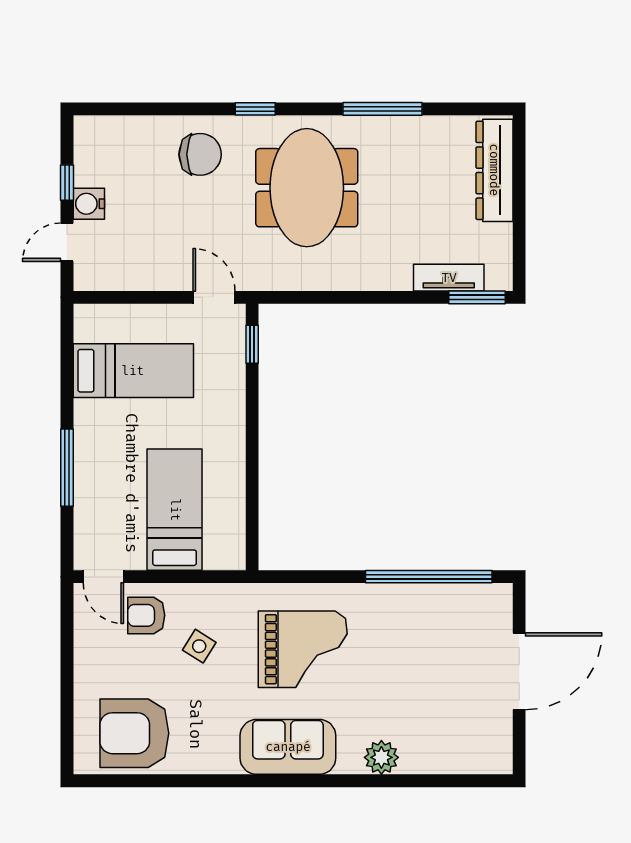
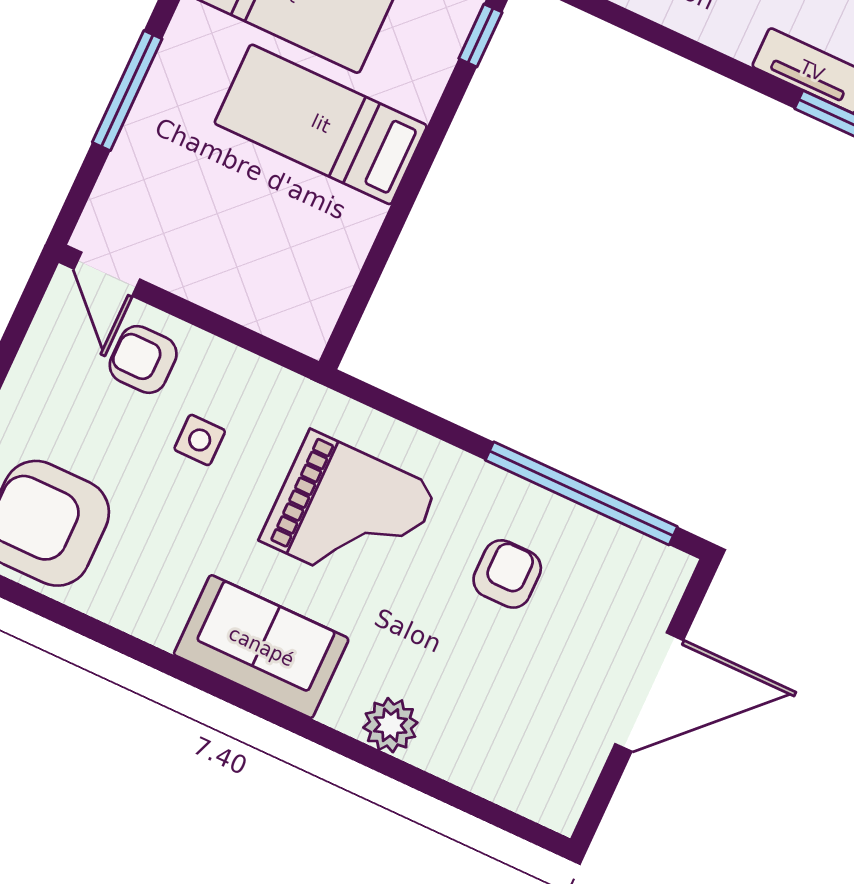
bed: (175, 510) -> (321, 124), moved, turned -90
armchair: (408, 642) -> (507, 574), added
side table: (199, 646) -> (200, 440), turned -32

